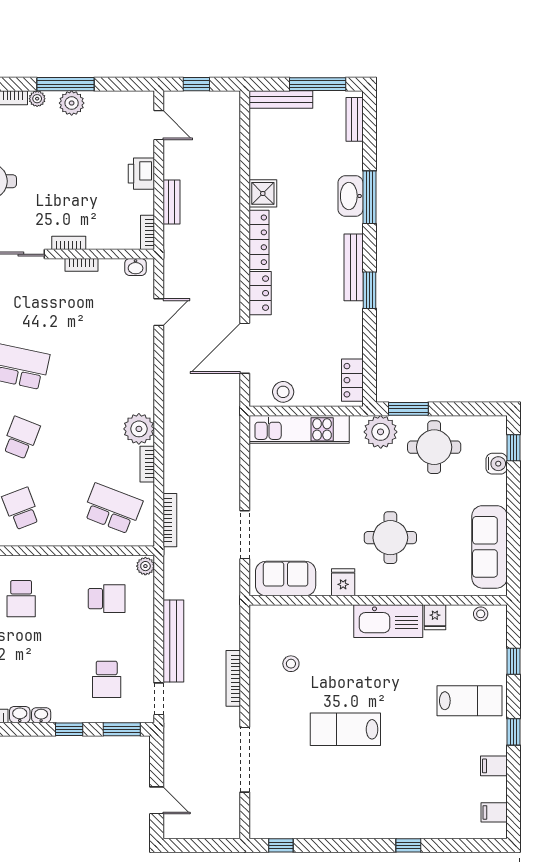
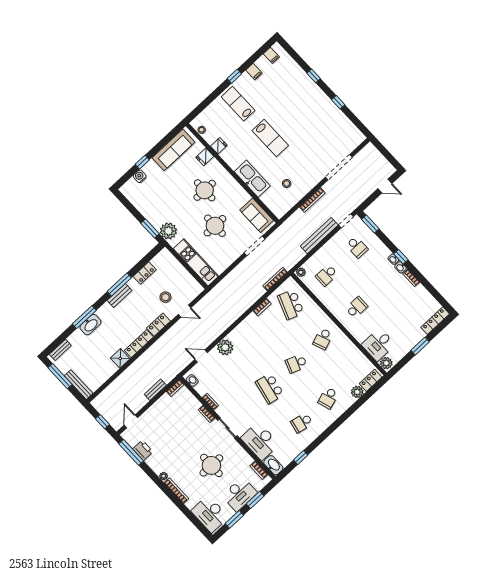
window: (66, 84) -> (131, 452), moved
plant: (72, 103) -> (153, 462), removed
printer: (141, 174) -> (143, 450), moved, turned -90
bench: (354, 267) -> (120, 295), width x0.73
window: (369, 290) -> (119, 285), width x1.44
door: (245, 348) -> (185, 311), width x0.53
locker: (352, 380) -> (145, 273), moved
stool: (283, 392) -> (165, 297), moved
plant: (139, 429) -> (225, 347), moved
round table: (434, 447) -> (215, 226), moved
window: (514, 448) -> (142, 162), moved
fridge: (343, 582) -> (205, 157), moved
school desk: (107, 599) -> (327, 275), turned -90
kitchen sink: (388, 621) -> (252, 179), moved
window: (514, 661) -> (208, 101), removed
school desk: (107, 679) -> (357, 247), turned 90
window: (69, 729) -> (401, 257), moved
lab bench: (345, 729) -> (270, 138), moved
door: (157, 800) -> (385, 186), swing flipped
window: (281, 845) -> (338, 102), moved

